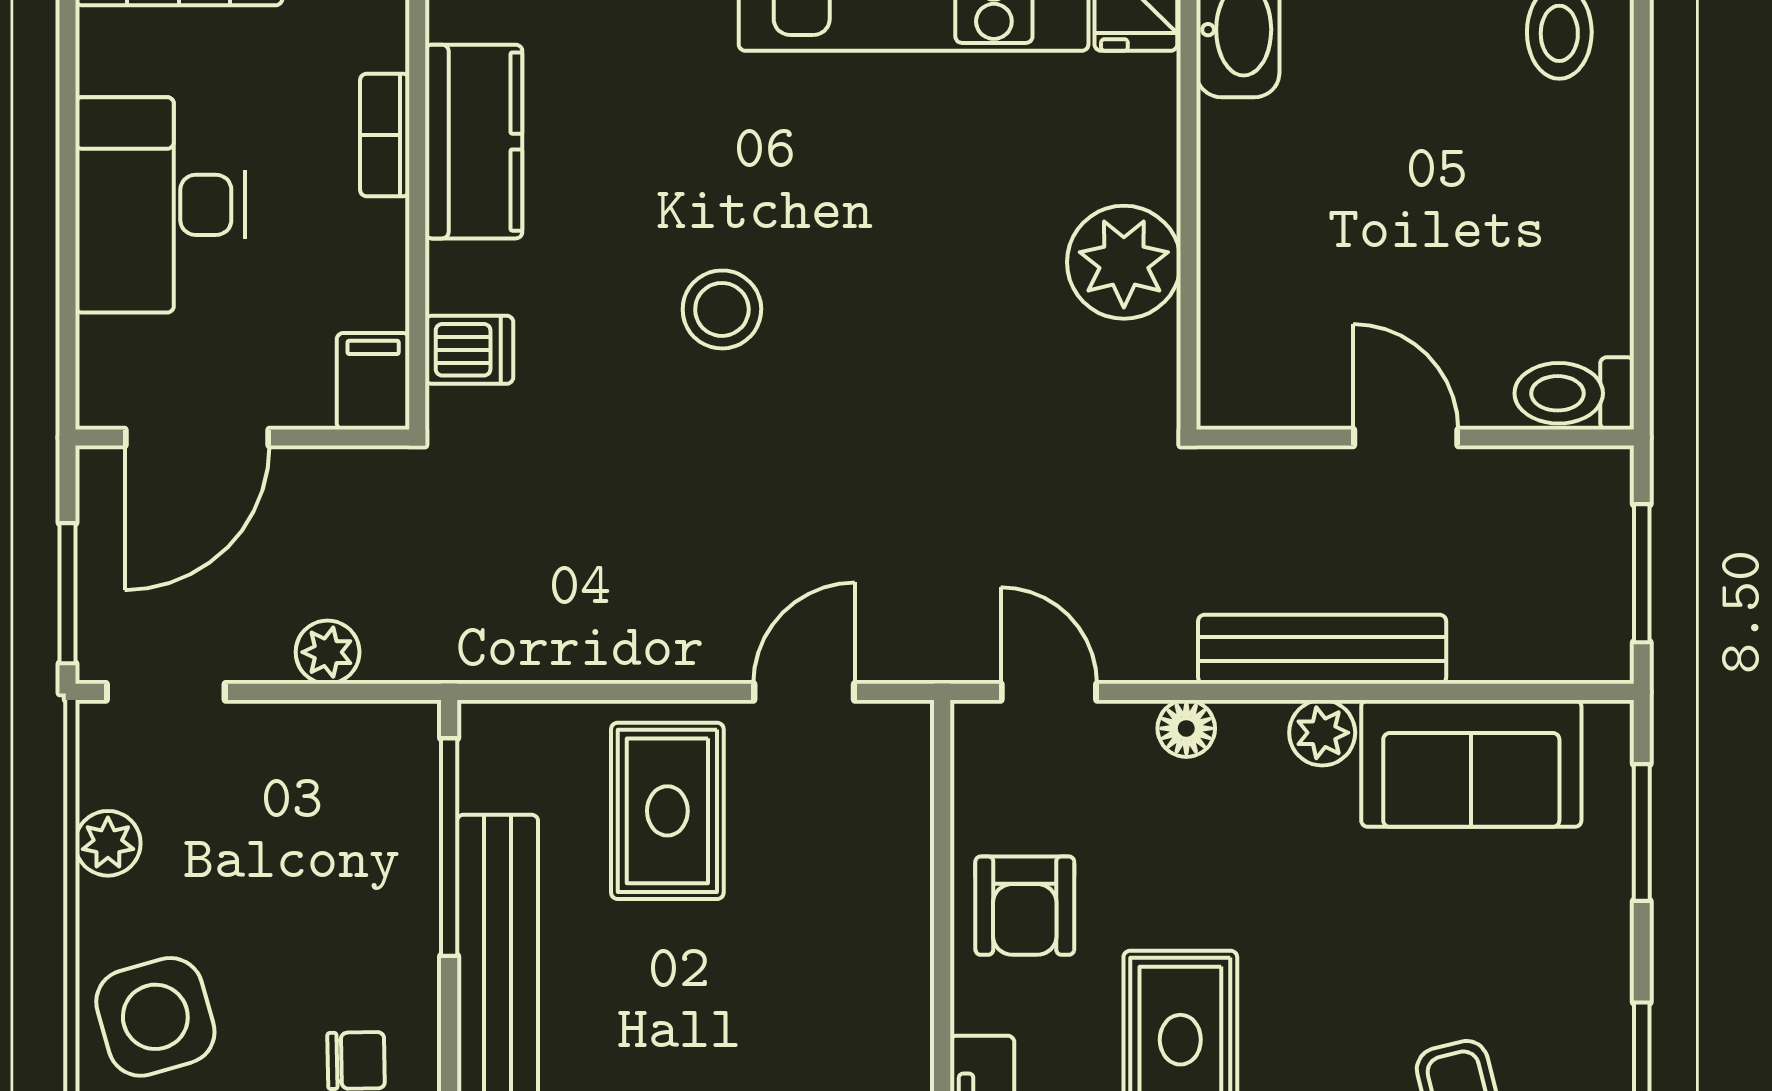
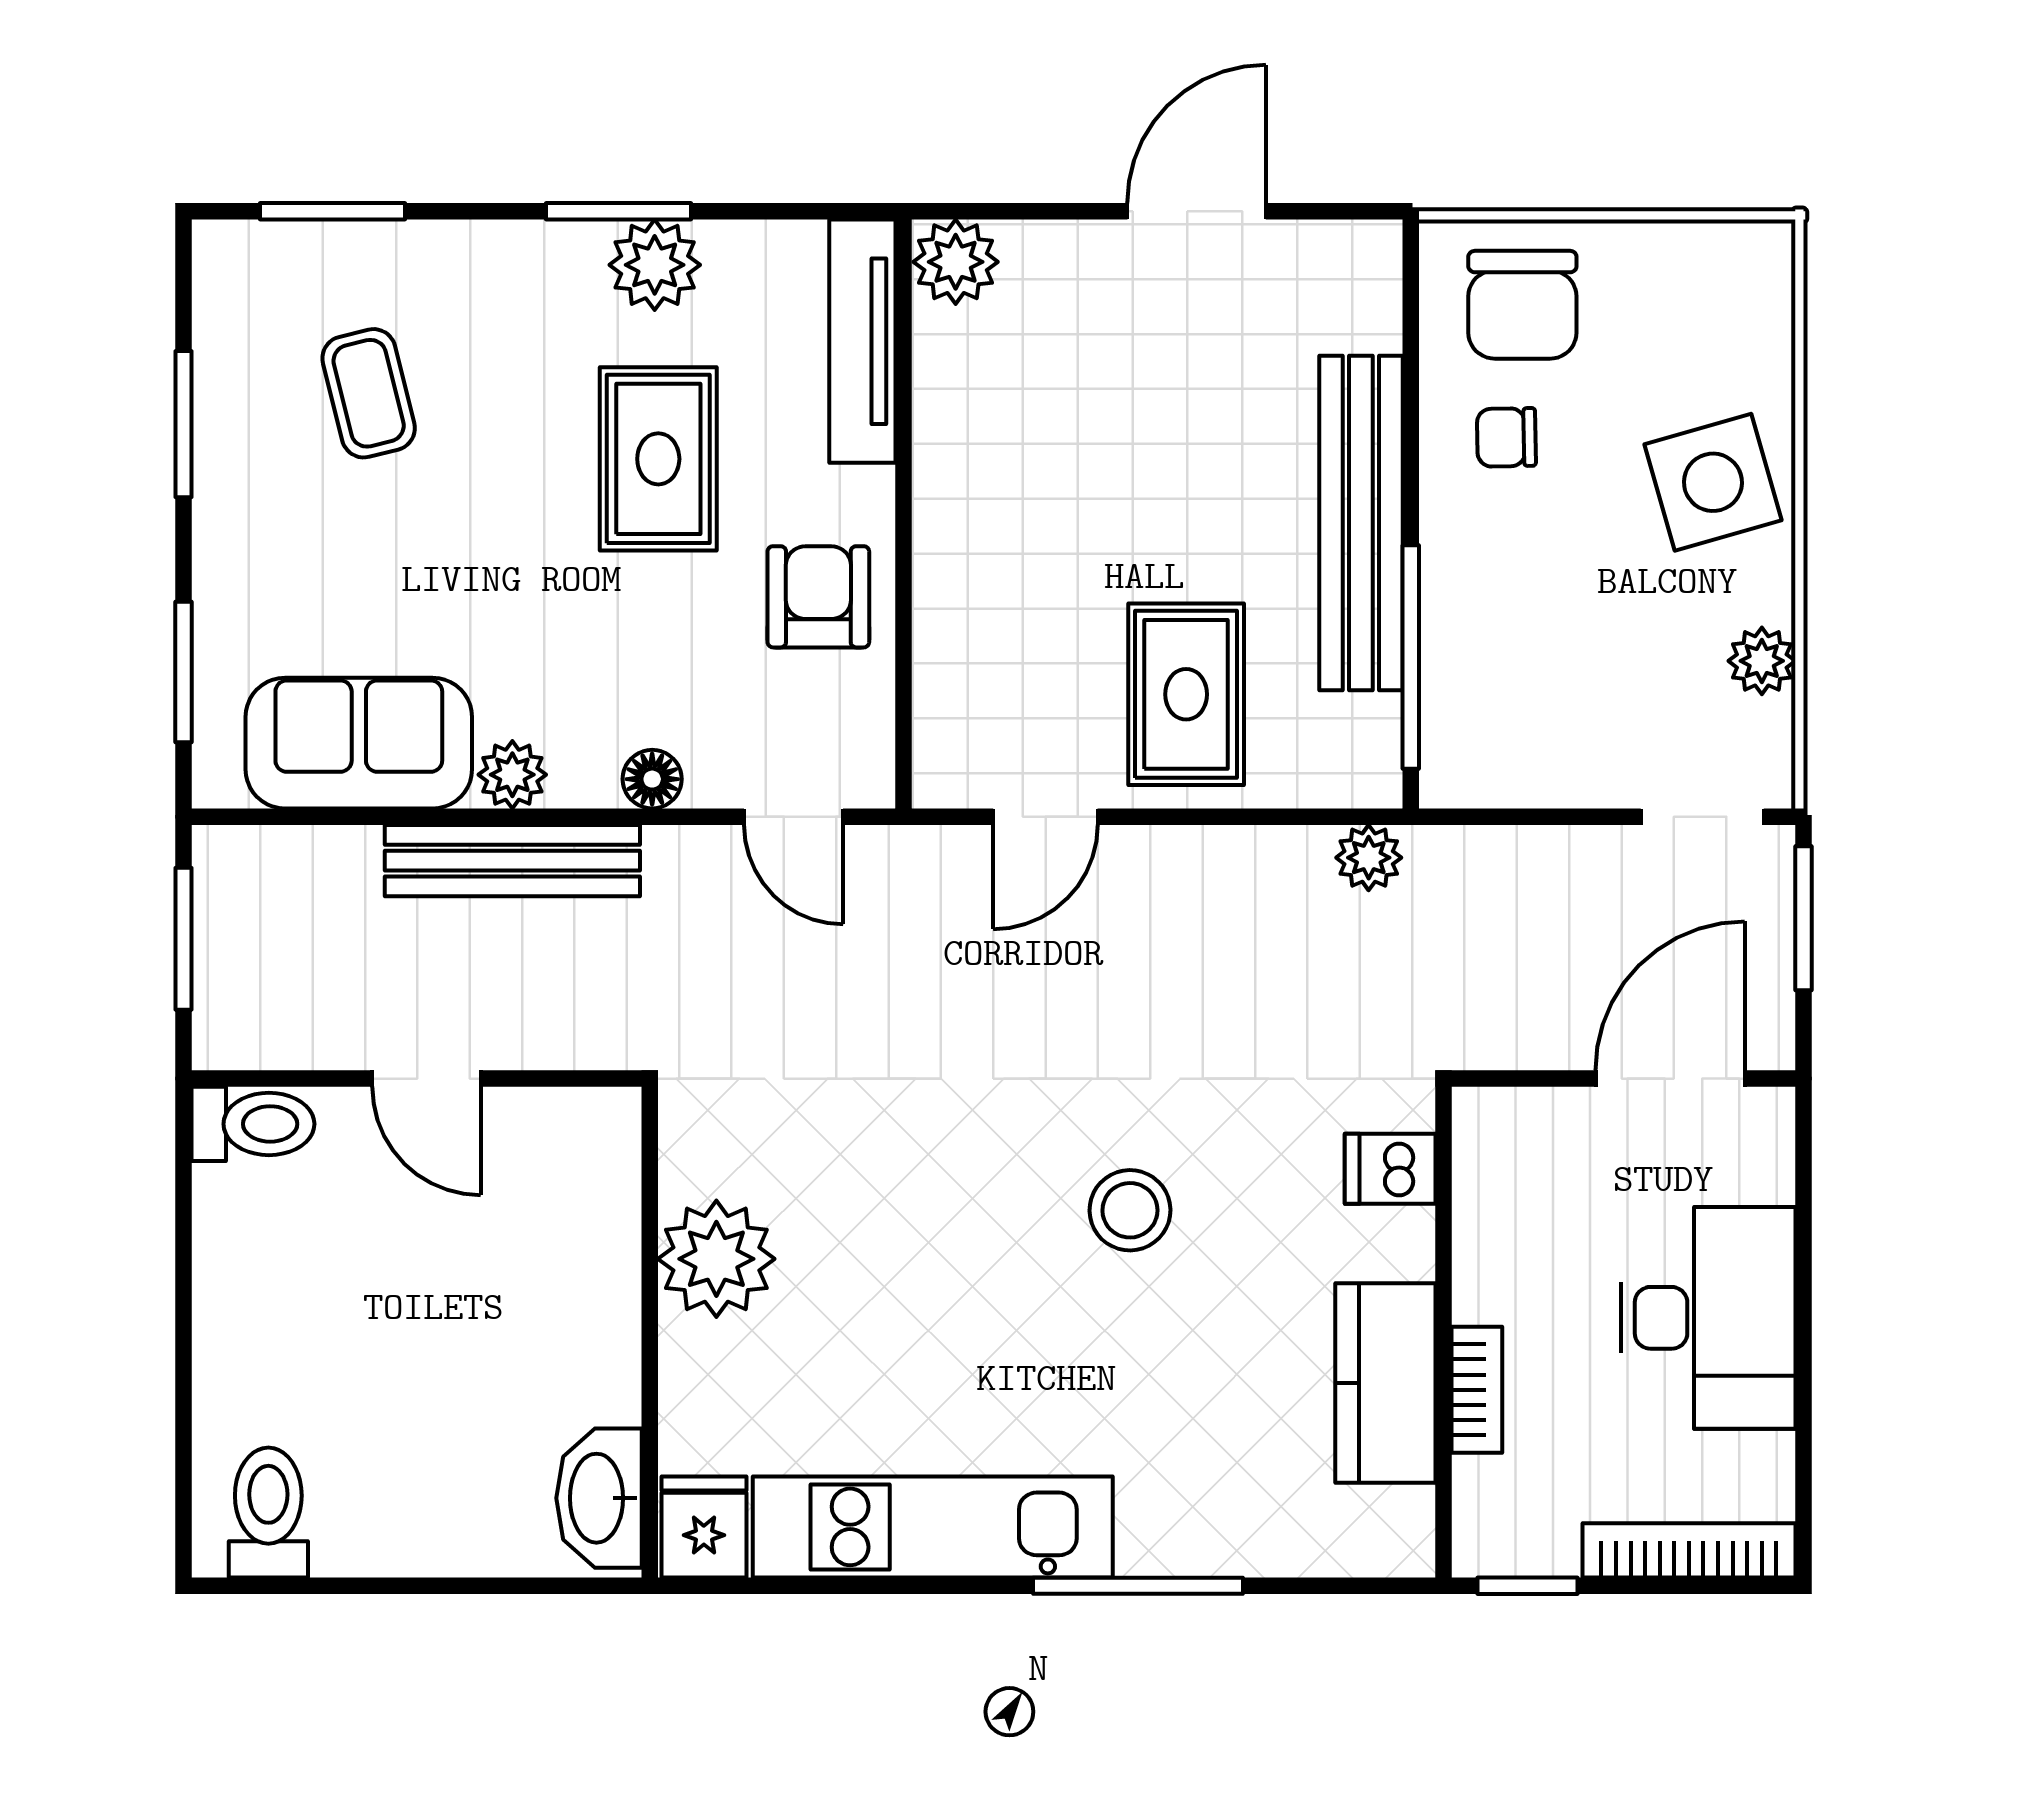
filing cabinet: (373, 381) -> (1489, 1136), removed
plant: (328, 652) -> (1369, 858), moved

